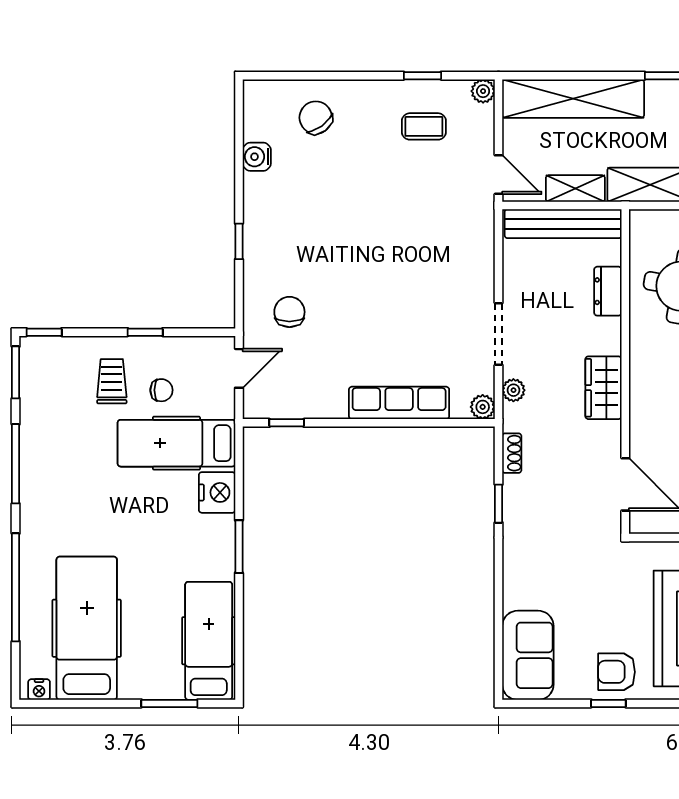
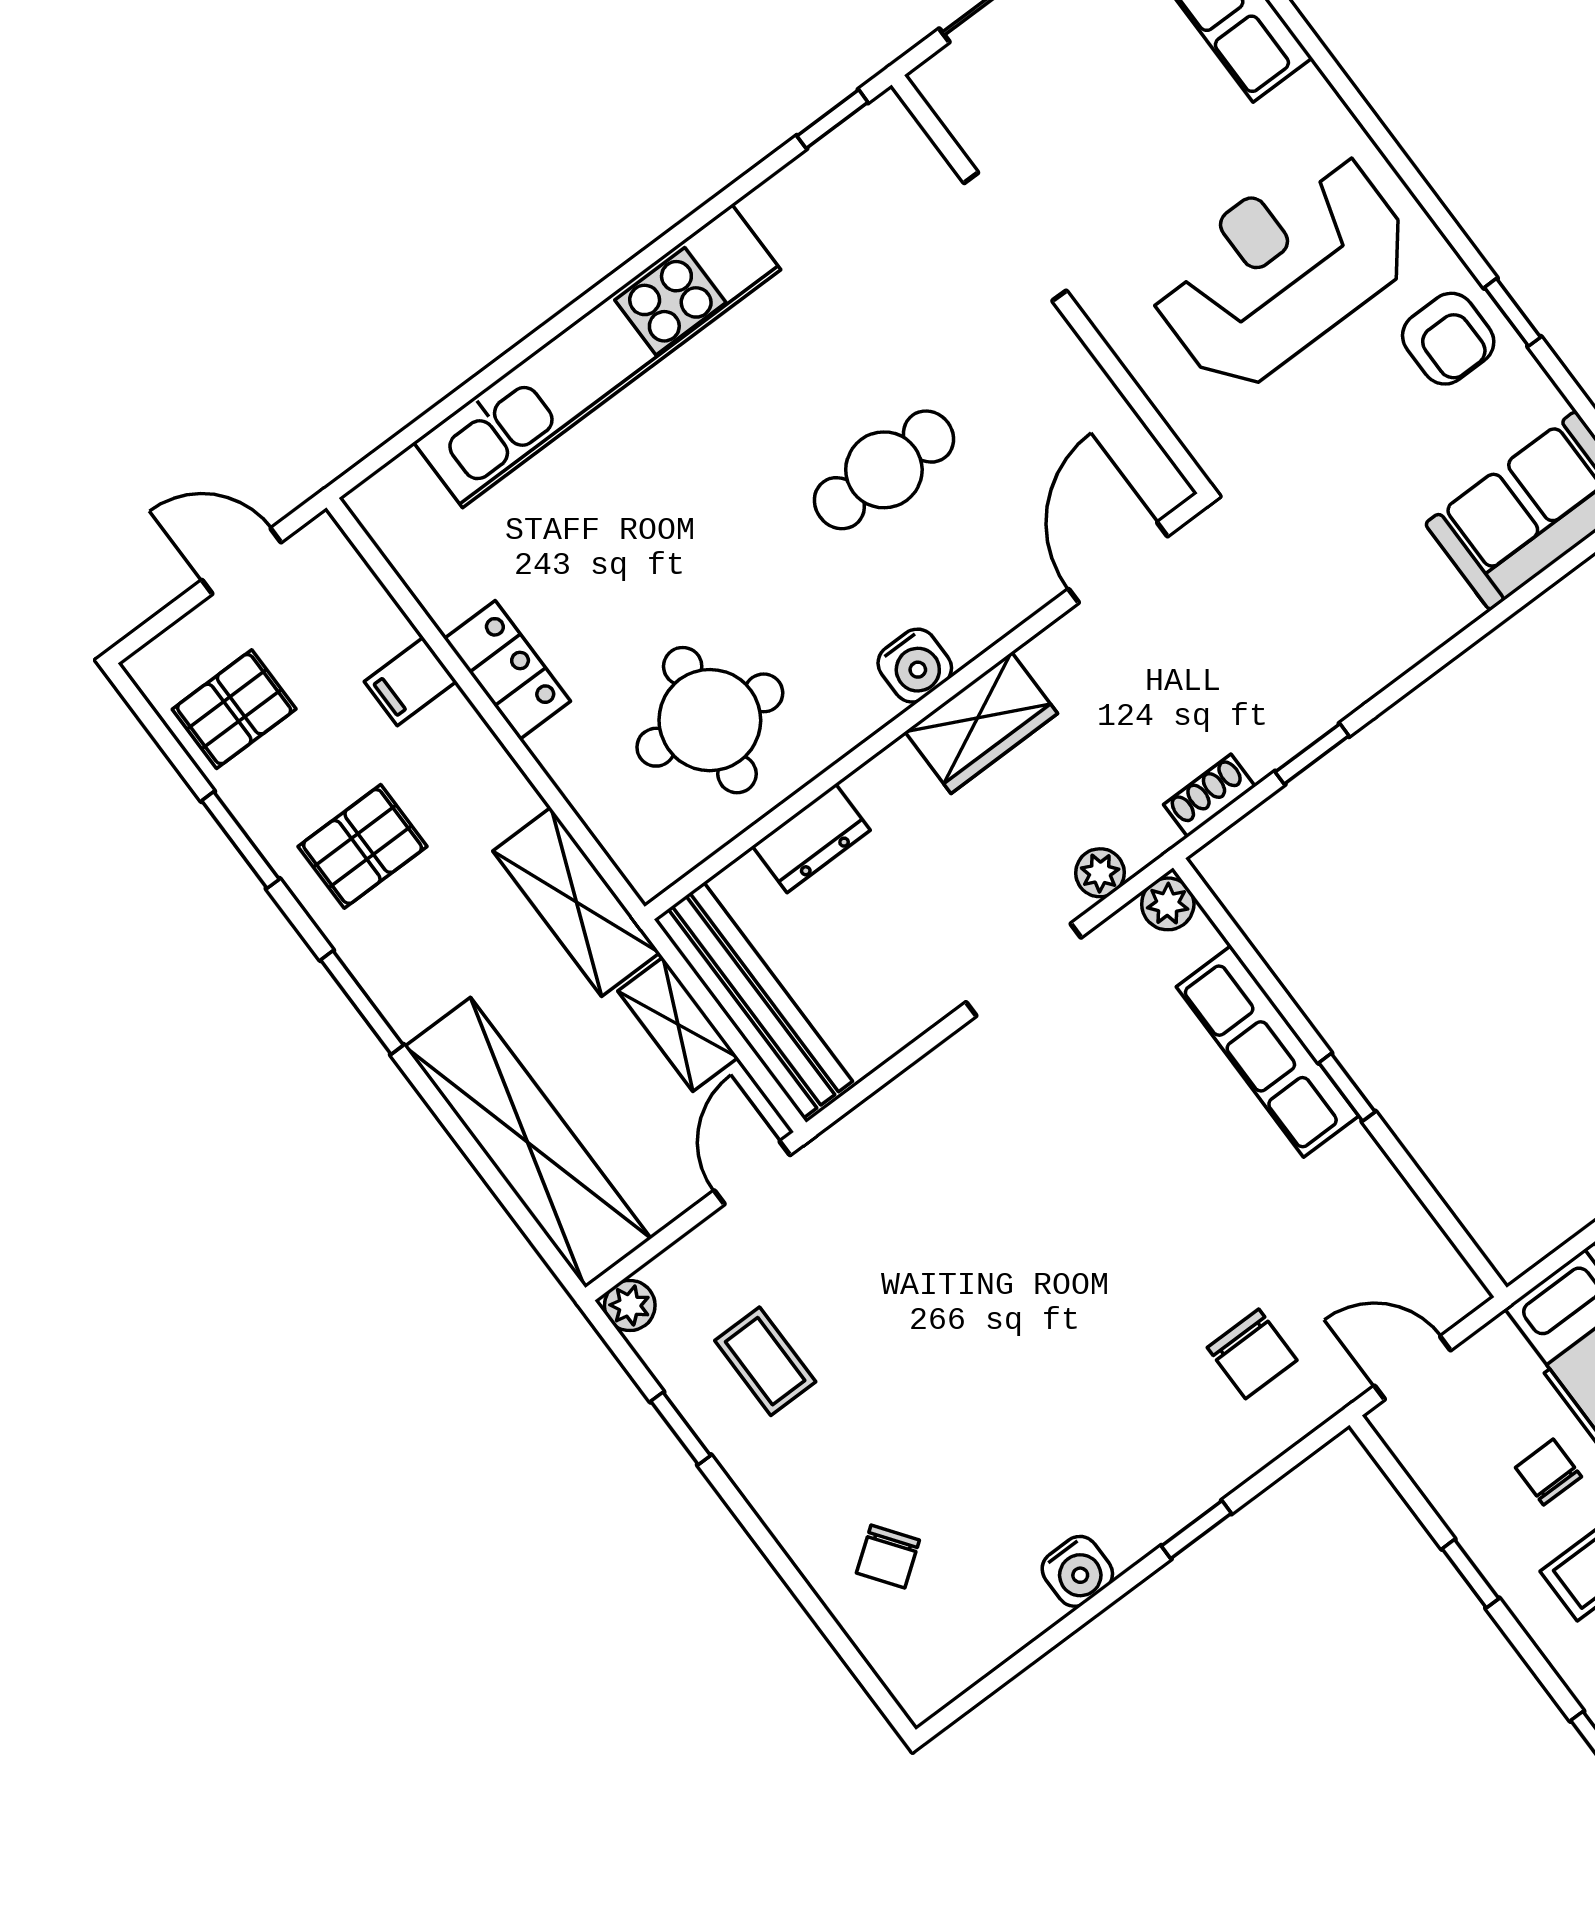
chair: (316, 118) -> (888, 1557), width x0.73, depth x0.73
water cooler: (257, 157) -> (1077, 1571), moved
chair: (289, 312) -> (1252, 1354), turned -90
water cooler: (644, 379) -> (915, 666), added
window: (287, 423) -> (1347, 1087), moved

